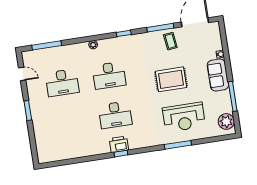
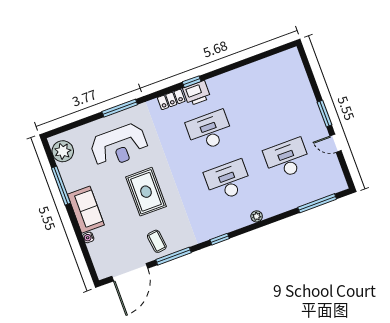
door: (22, 74) -> (335, 143), moved
rug: (171, 79) -> (146, 192), turned 90
reception desk: (184, 117) -> (119, 146), turned 180
locker: (139, 144) -> (171, 99), added

